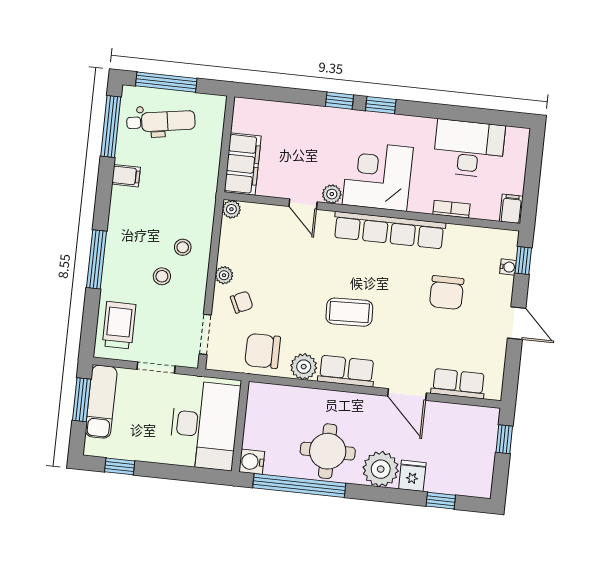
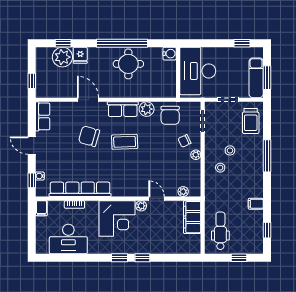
window: (166, 82) -> (239, 258), width x0.46
dental chair: (161, 121) -> (220, 231), moved, turned 99
window: (111, 126) -> (267, 230), width x0.46
plant: (231, 209) -> (183, 192), moved
row of seats: (389, 230) -> (80, 189), moved
chair: (447, 293) -> (89, 136), moved, turned -74
chair: (263, 351) -> (170, 115), turned 90
row of seats: (458, 384) -> (43, 116), moved, turned -90
plant: (381, 469) -> (62, 57), moved
window: (299, 486) -> (122, 43), moved

